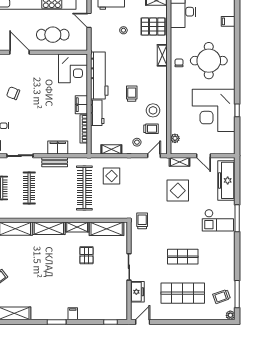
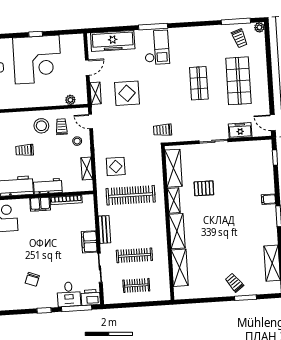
filing cabinet: (58, 147) -> (89, 242), moved

